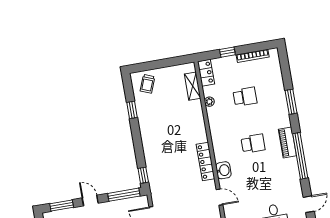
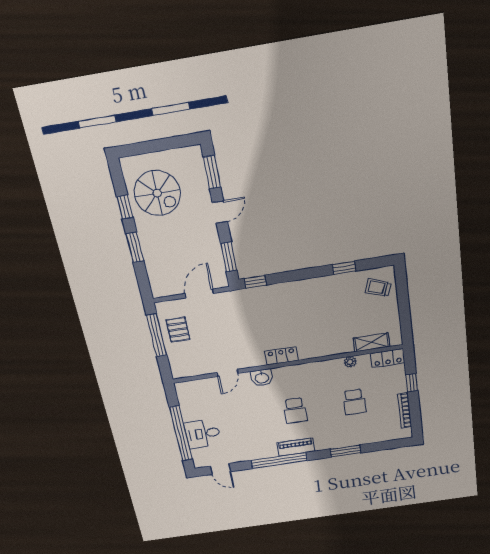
locker: (205, 161) -> (281, 356), width x0.66
window: (124, 195) -> (229, 257), width x0.69

